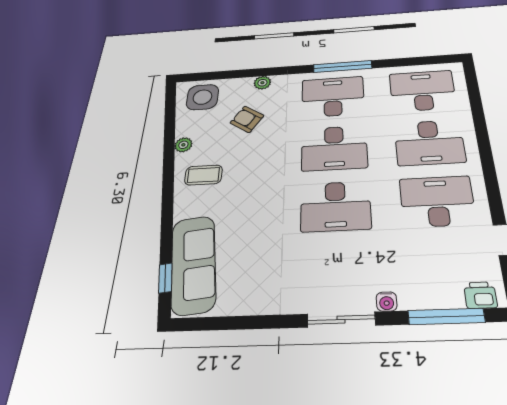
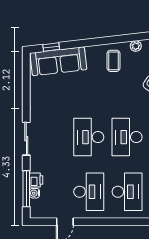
desk: (429, 142) -> (127, 192), turned 180
printer: (480, 295) -> (36, 180), moved
water cooler: (387, 302) -> (35, 193), moved

